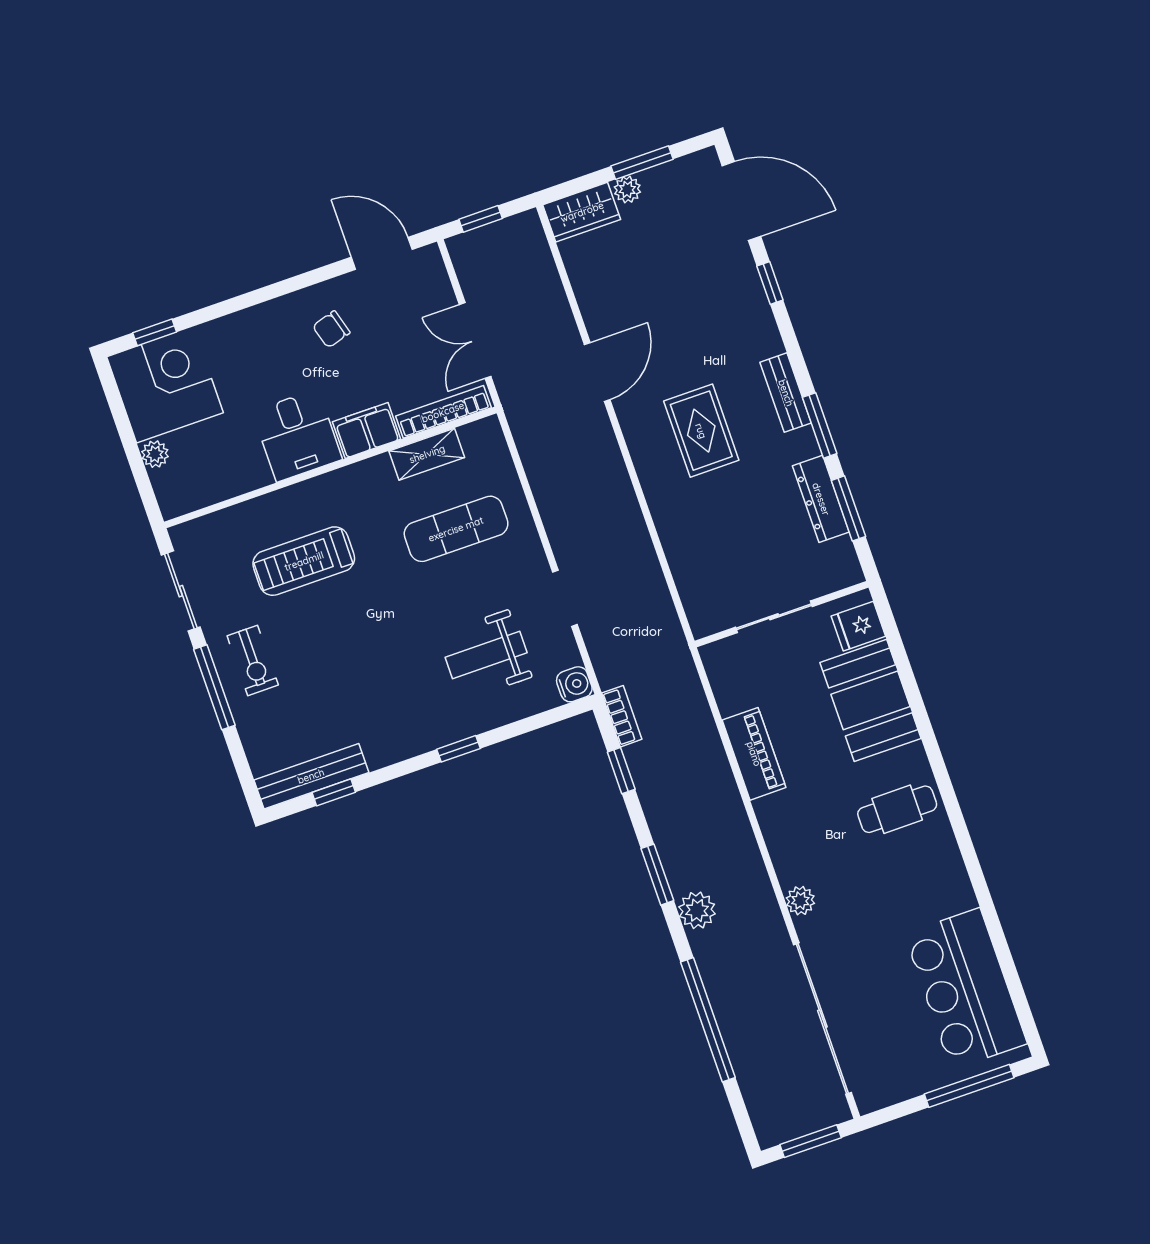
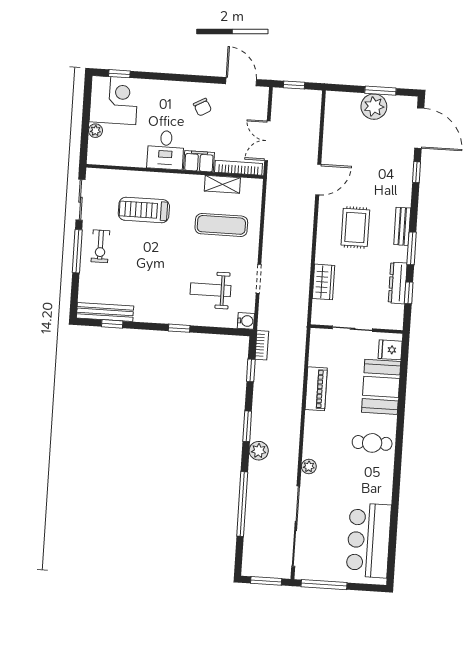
plant: (627, 190) -> (374, 107), width x1.87, depth x1.87
wardrobe: (582, 212) -> (324, 282), moved, turned -90
chair: (331, 329) -> (202, 107), turned -103
window: (848, 508) -> (409, 293), width x0.67
window: (969, 1086) -> (324, 585), moved

